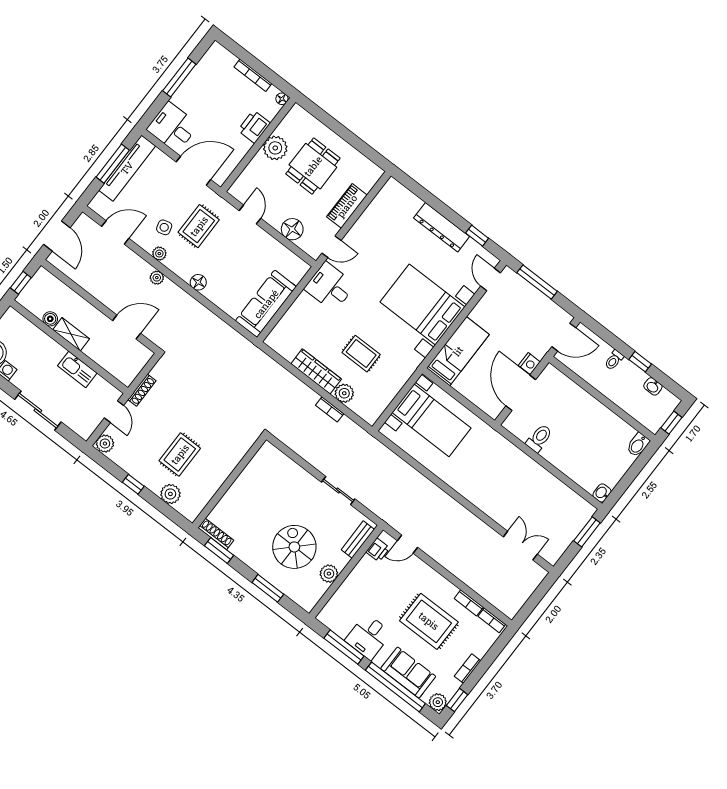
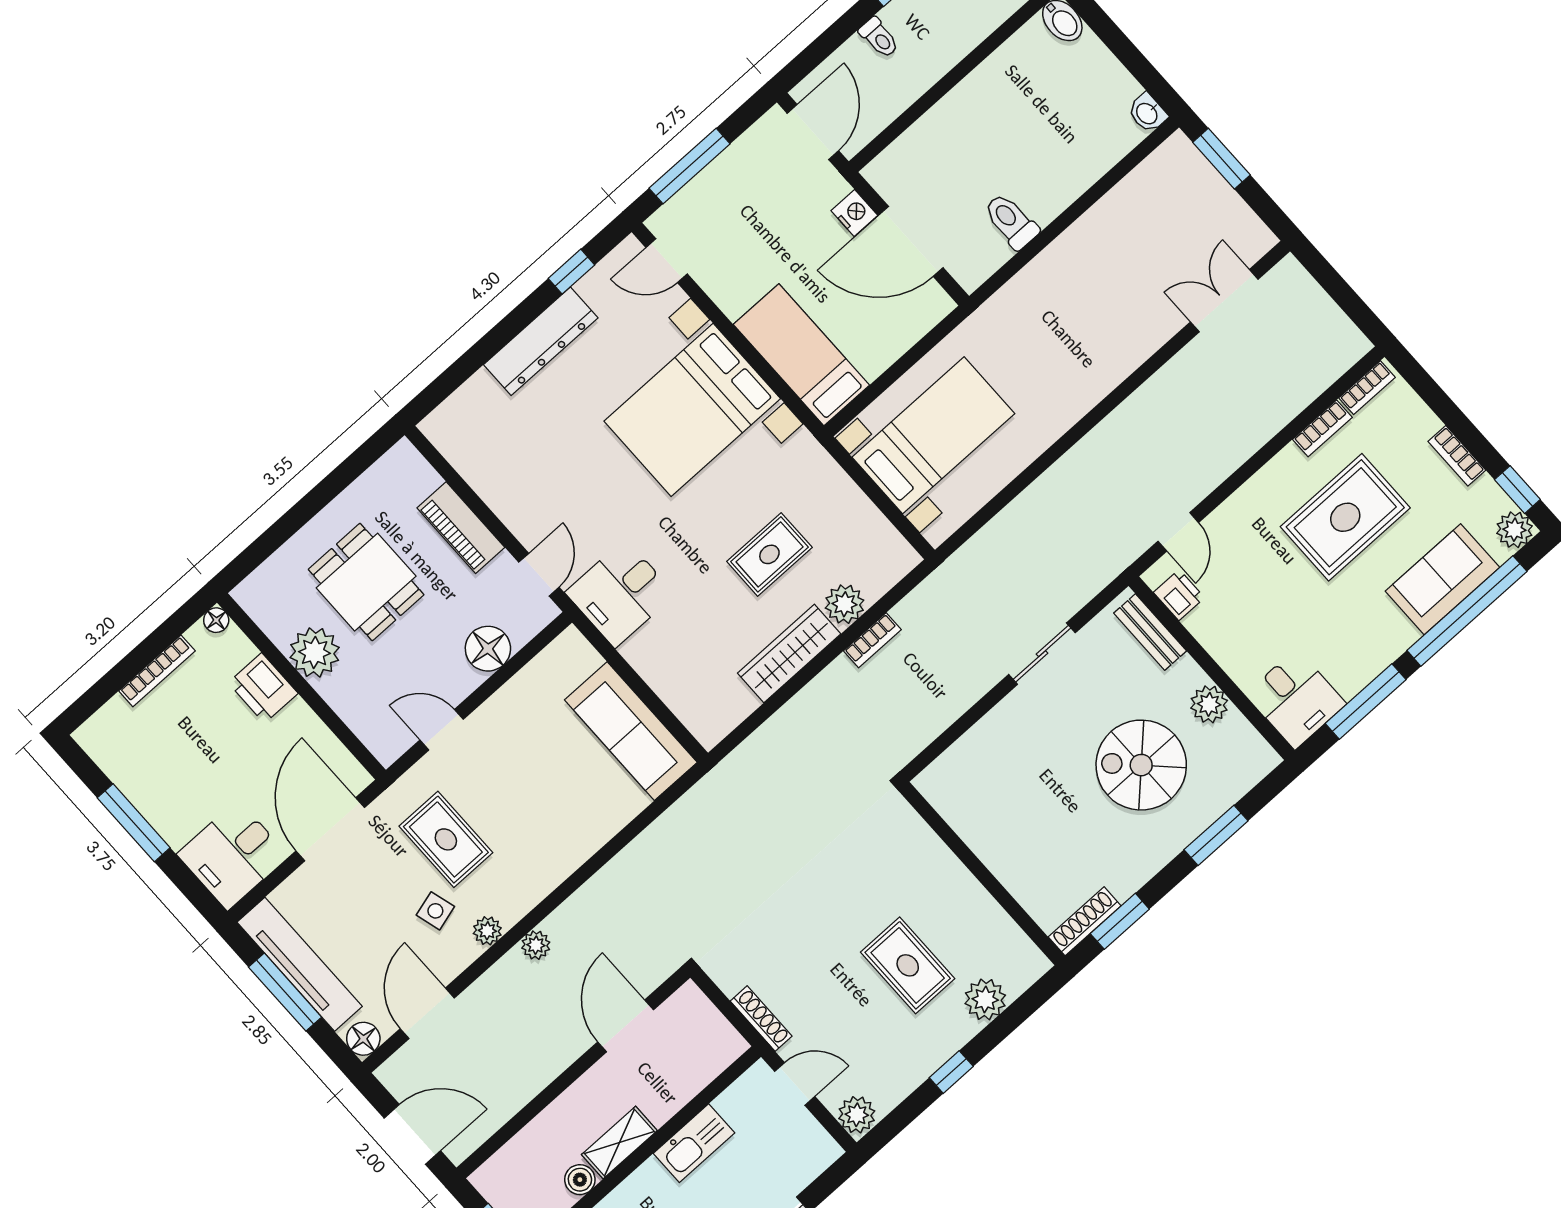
floor lamp: (198, 282) -> (363, 1039), moved
desk: (368, 637) -> (1296, 699), moved

